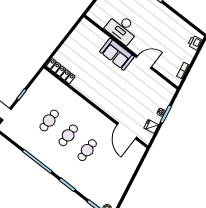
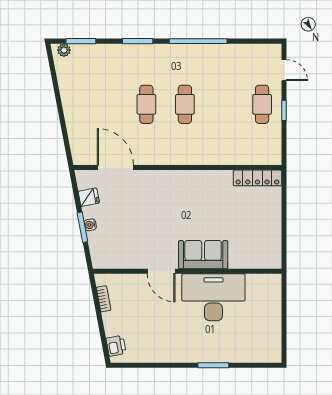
desk: (122, 29) -> (213, 297), width x1.36, depth x1.30
door: (144, 62) -> (161, 271), hinge flipped
cafe table: (49, 121) -> (262, 104), moved

